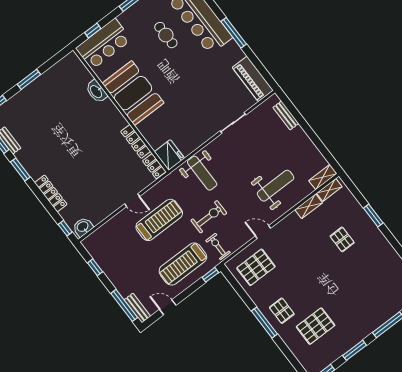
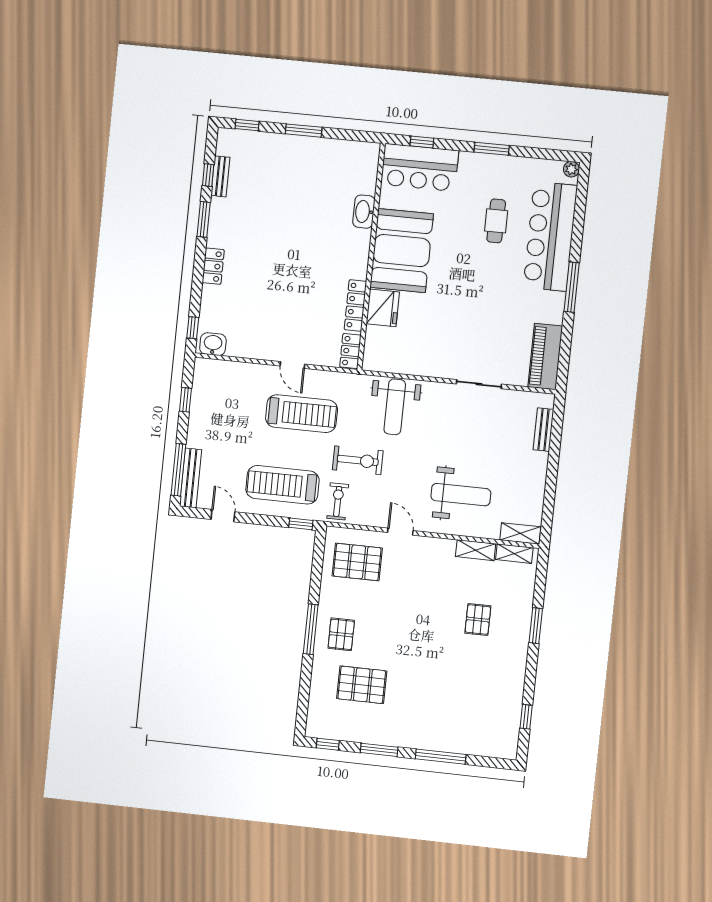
fridge: (169, 155) -> (383, 308), moved
locker: (51, 193) -> (213, 266), width x0.66
bench: (137, 308) -> (191, 478), width x1.36

